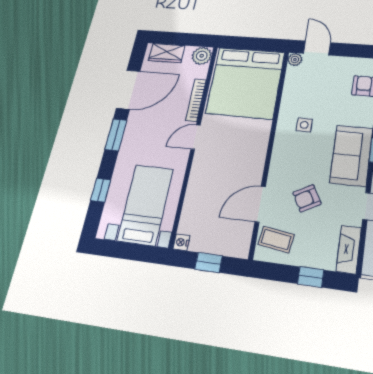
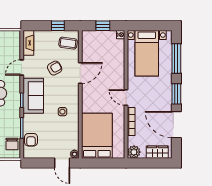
bed: (245, 83) -> (97, 136), width x0.73
door: (128, 90) -> (176, 125), hinge flipped
door: (195, 137) -> (126, 98), swing flipped
window: (101, 190) -> (176, 59), width x2.17
door: (260, 204) -> (80, 73), moved
window: (311, 277) -> (58, 26), moved

